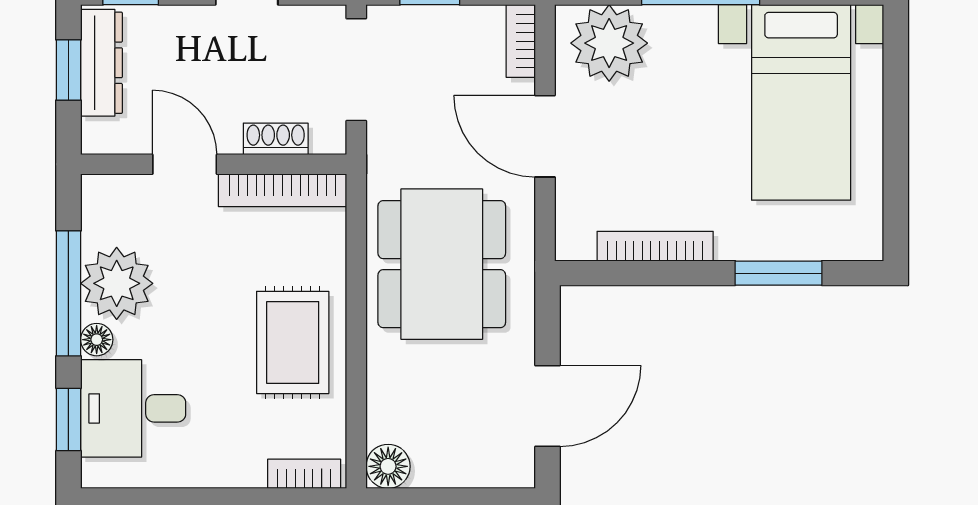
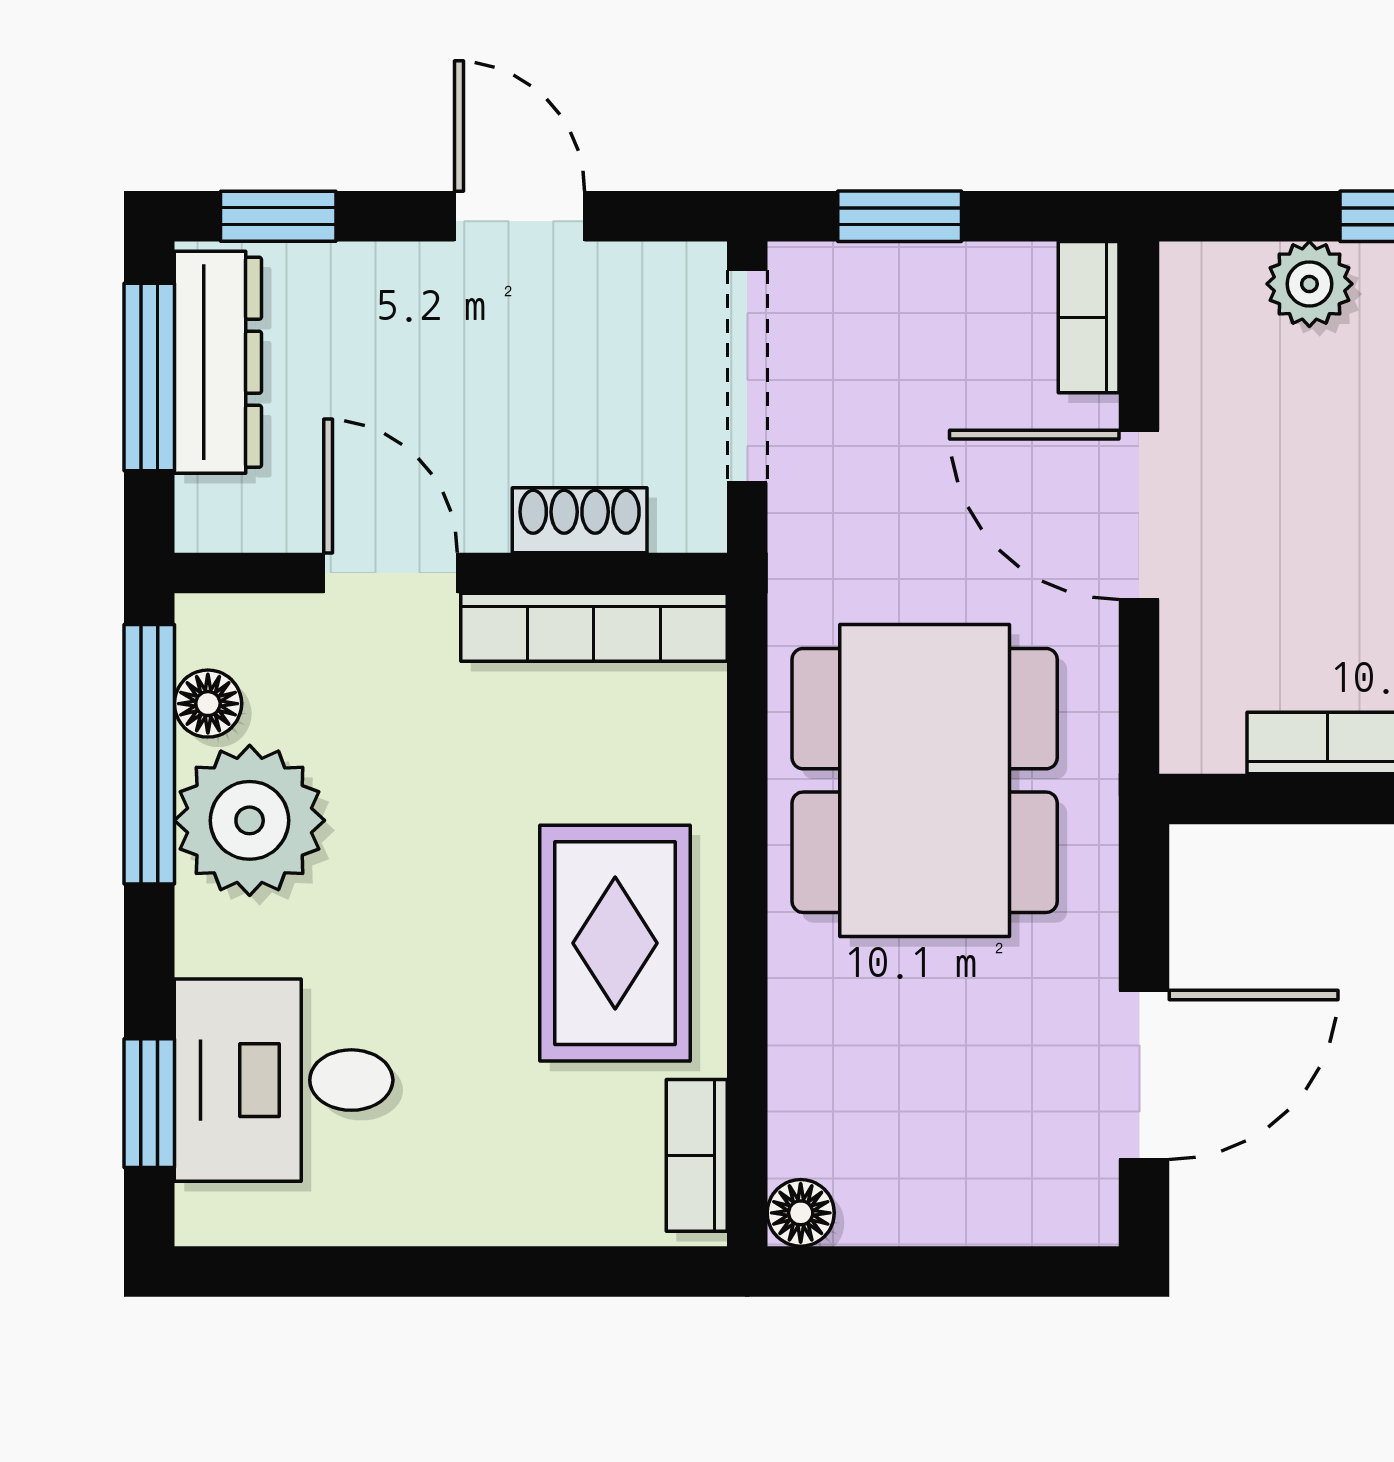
plant: (609, 43) -> (1309, 284), width x0.53, depth x0.53
window: (68, 70) -> (149, 377), width x1.50
window: (68, 293) -> (149, 754), moved
floor lamp: (97, 340) -> (208, 704), moved
floor lamp: (388, 466) -> (801, 1213), width x0.73, depth x0.73
bookcase: (304, 474) -> (697, 1155), moved, turned -90

